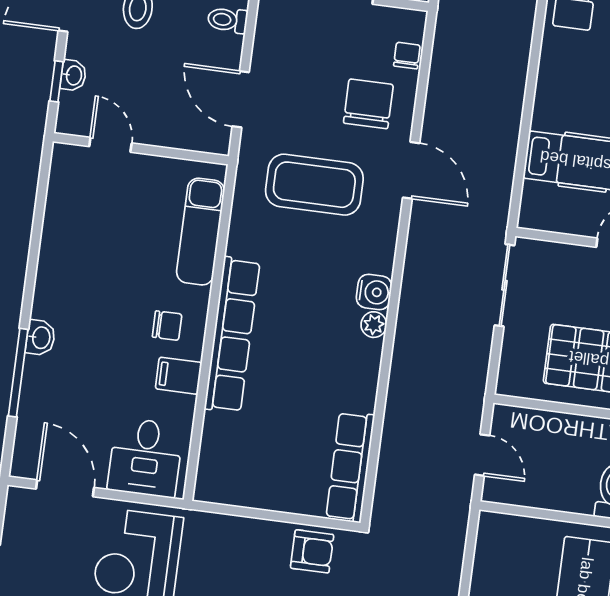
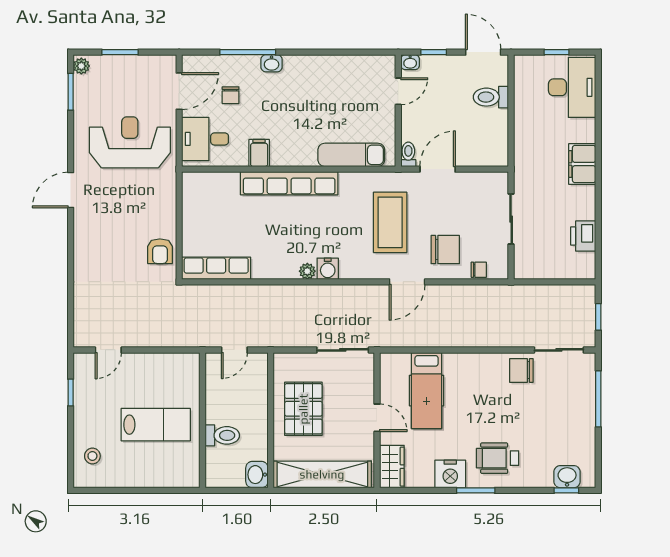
toilet: (228, 20) -> (408, 154), moved
washbasin: (73, 75) -> (410, 62), moved
chair: (167, 326) -> (231, 95), moved

